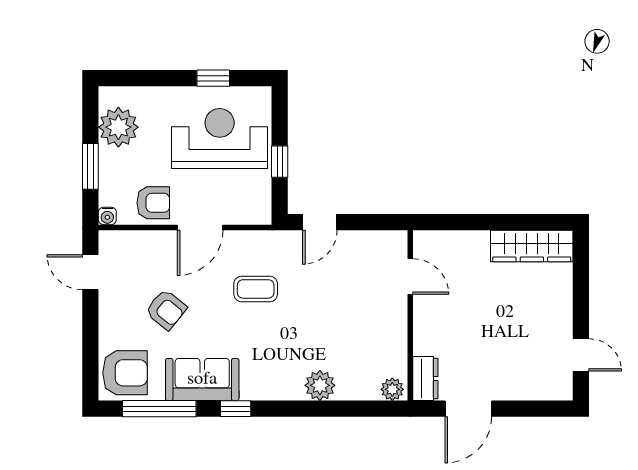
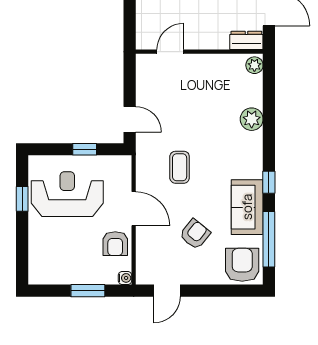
plant: (118, 127) -> (59, 270), removed
reception desk: (220, 139) -> (67, 194), turned 90
armchair: (153, 203) -> (115, 244), turned 180

